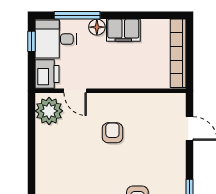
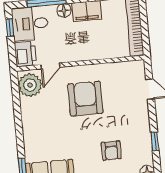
door: (75, 91) -> (51, 66), hinge flipped
armchair: (112, 133) -> (85, 99), width x1.88, depth x1.88

